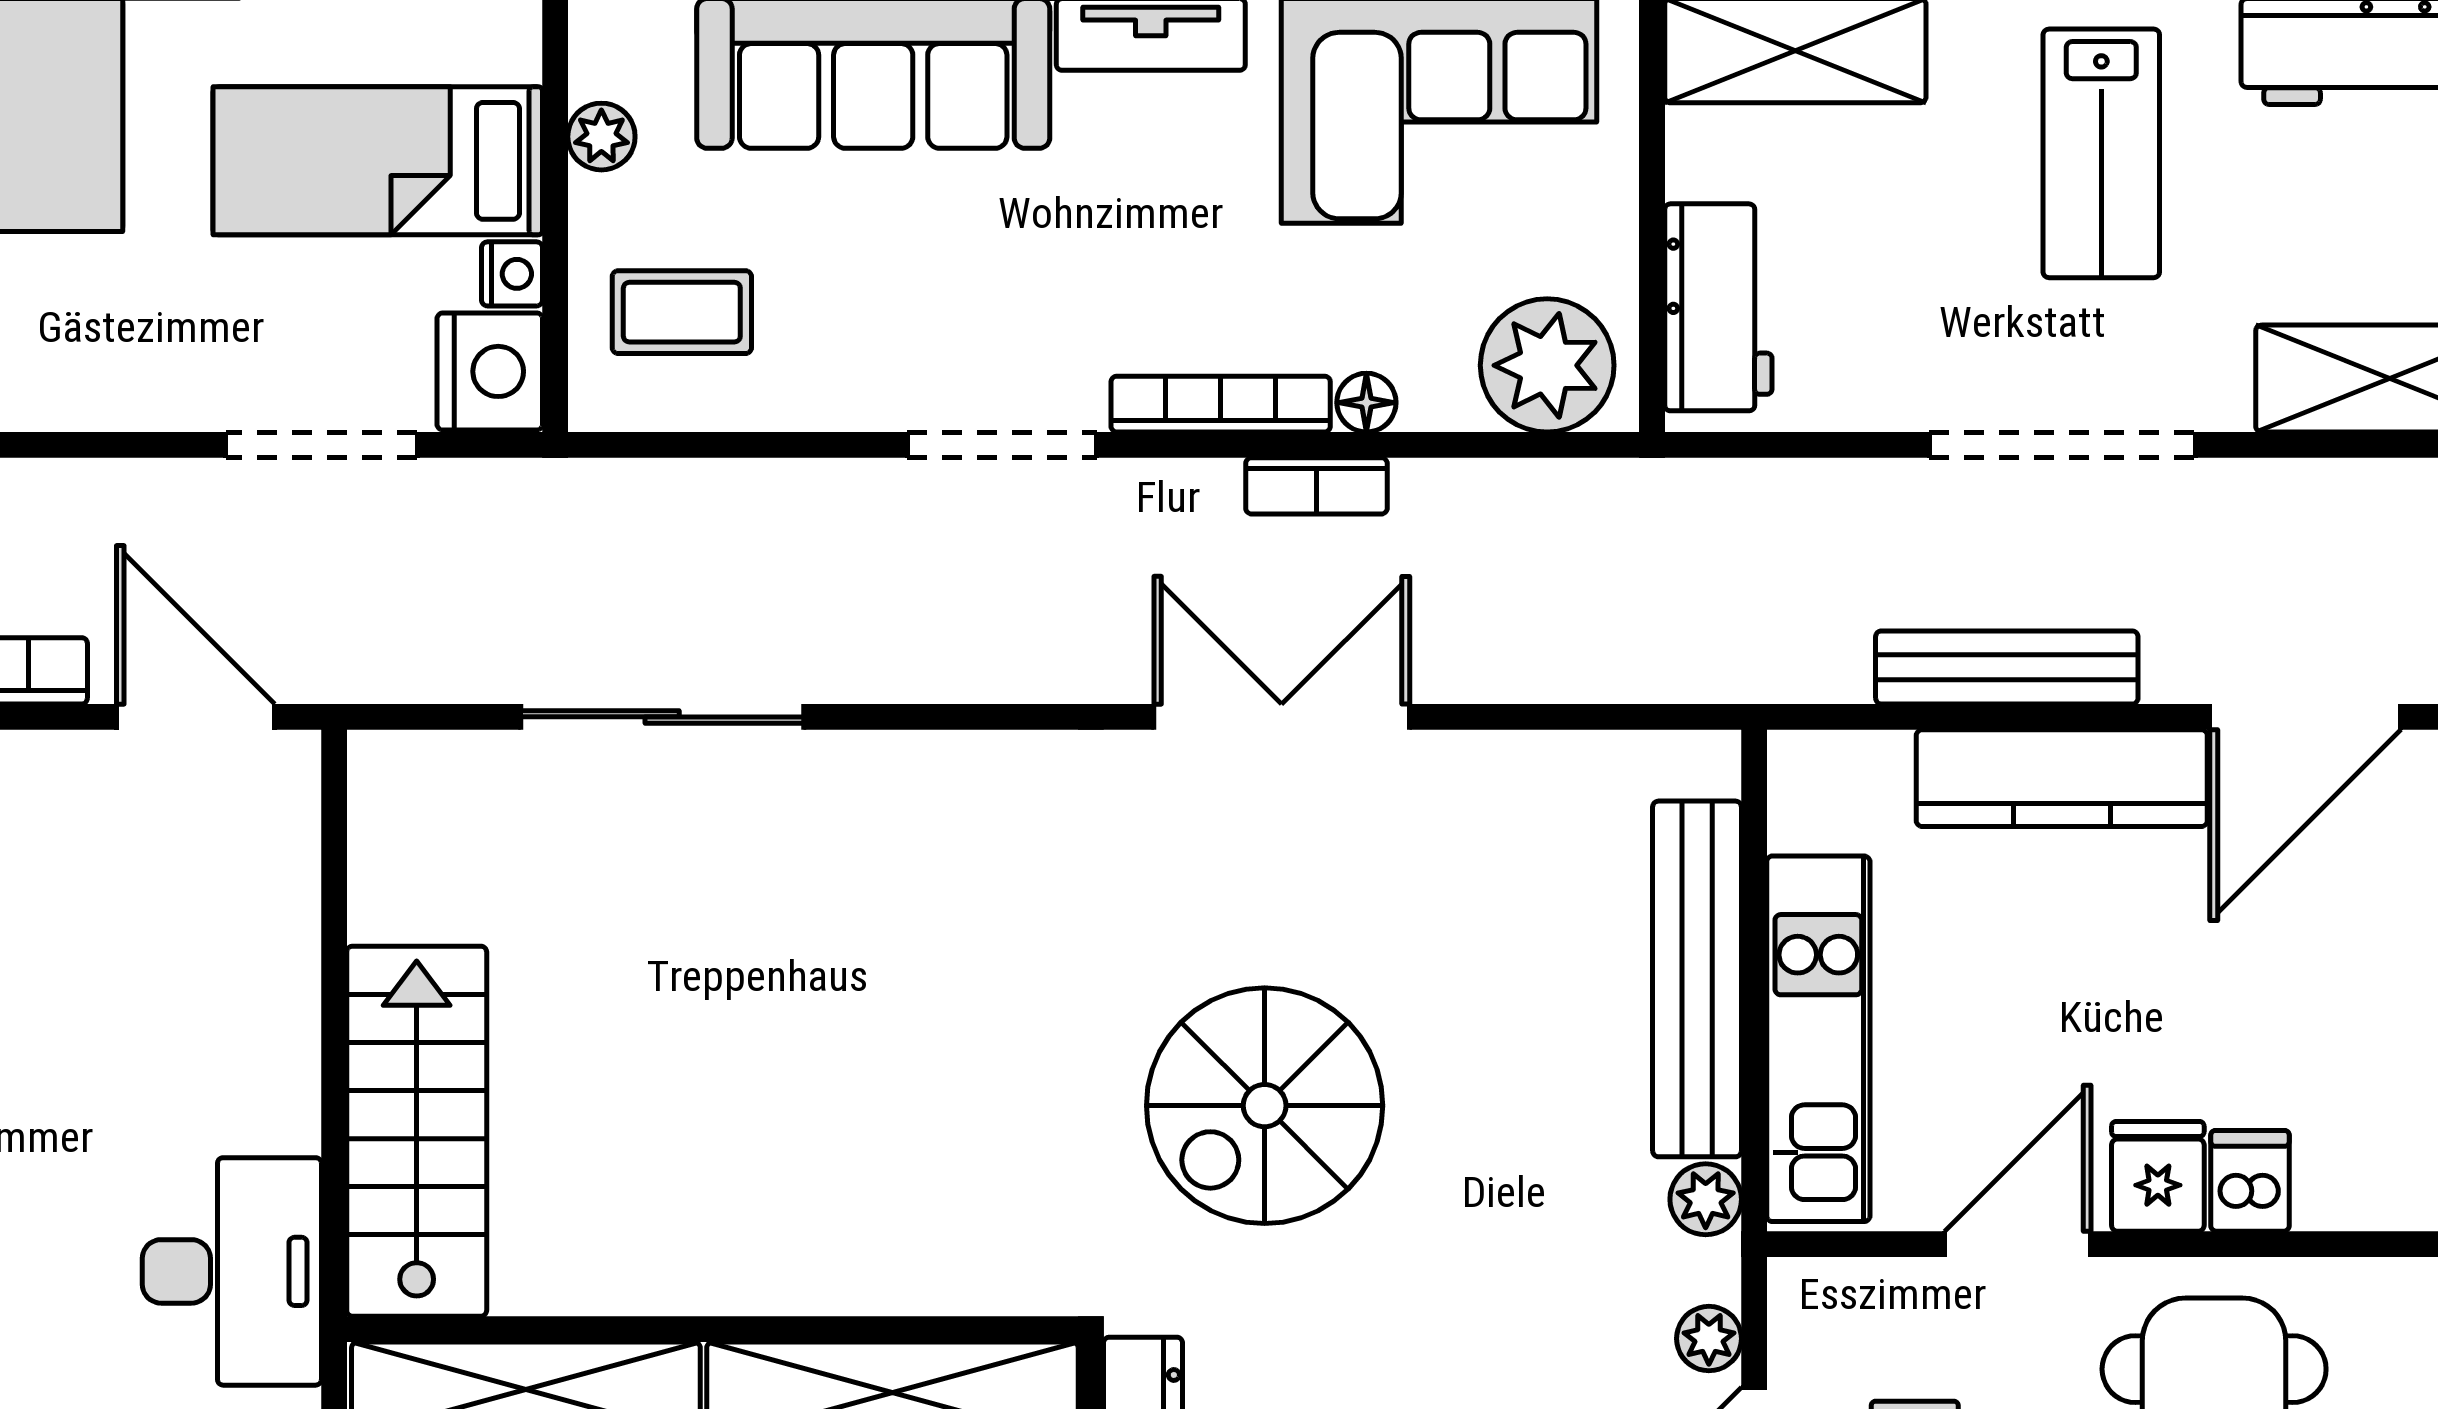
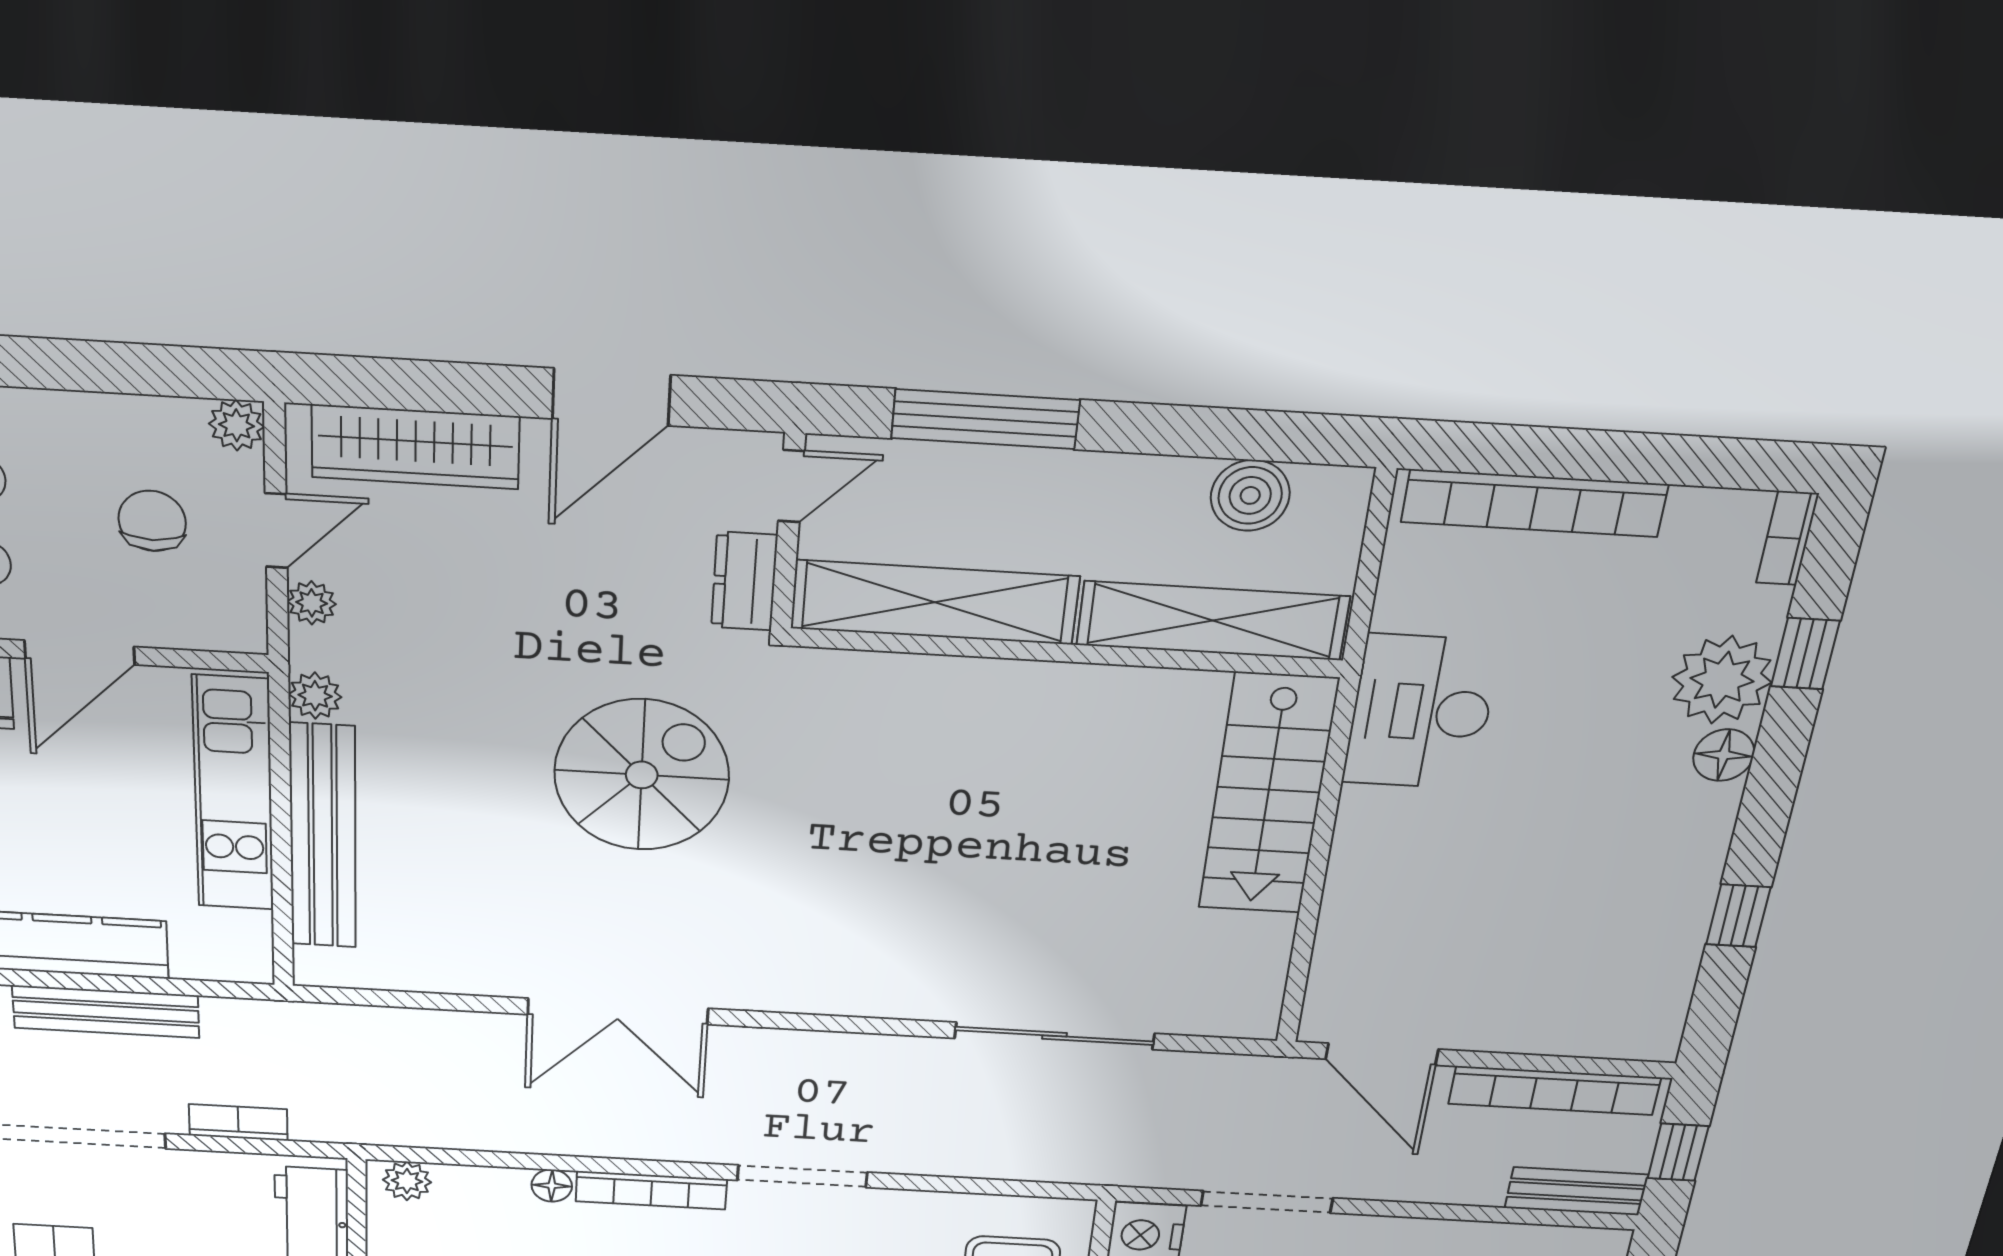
plant: (1547, 365) -> (407, 1181), width x0.53, depth x0.53
bookcase: (1316, 486) -> (238, 1122), moved

